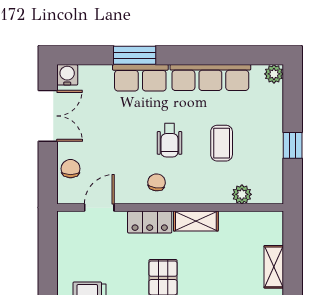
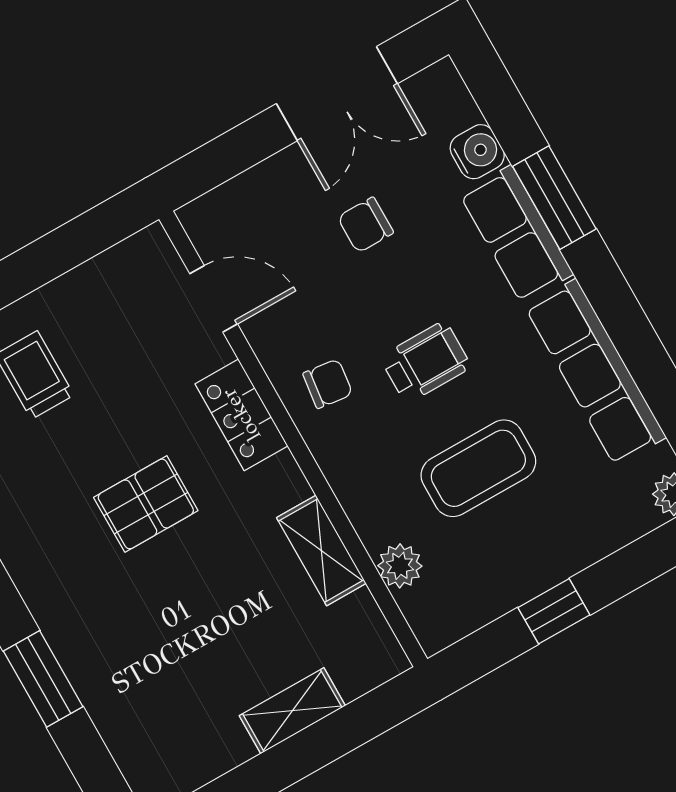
water cooler: (67, 75) -> (477, 152), moved
wheelchair: (169, 140) -> (426, 362), turned 180
coffee table: (222, 143) -> (478, 468), width x1.36, depth x1.30
chair: (71, 169) -> (366, 225), moved, turned 180
shelving: (196, 221) -> (321, 550), moved

